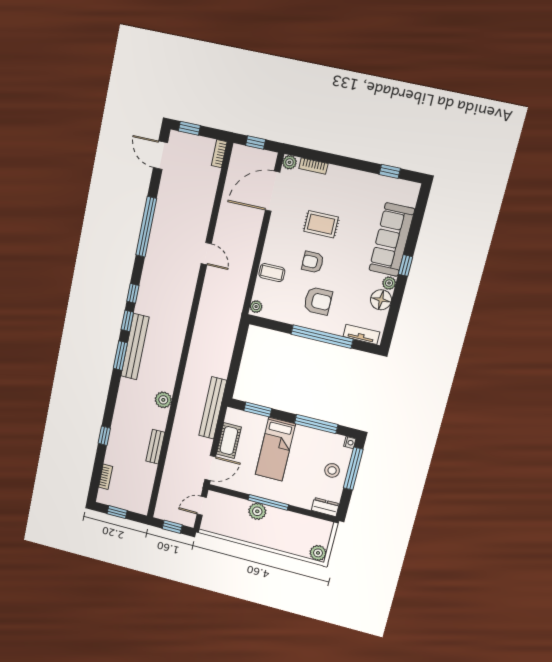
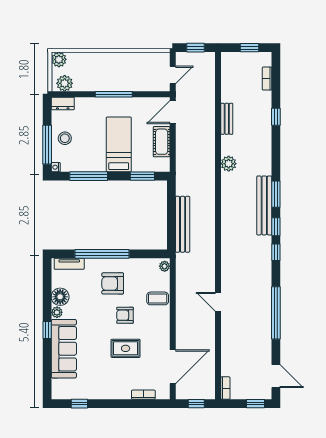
plant: (289, 162) -> (164, 393), removed
armchair: (313, 262) -> (125, 315), turned 180
bench: (213, 408) -> (183, 224), moved
plant: (257, 511) -> (65, 83), moved

